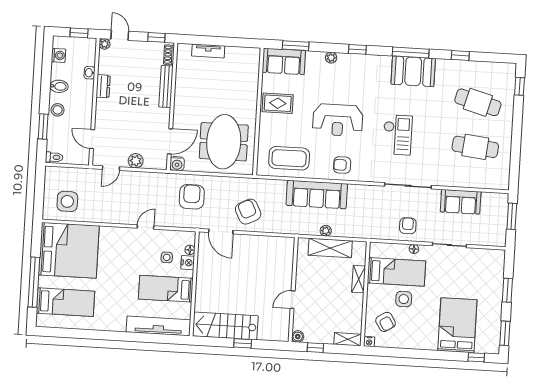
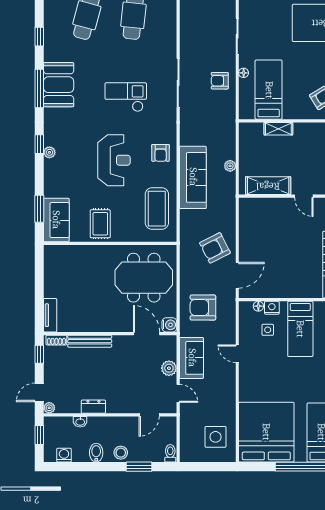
tv unit: (208, 51) -> (50, 315), moved
plant: (331, 58) -> (49, 152), moved
sofa: (461, 202) -> (192, 358), moved
shelving: (330, 248) -> (268, 186), moved, turned 90
side table: (404, 299) -> (296, 80), removed

